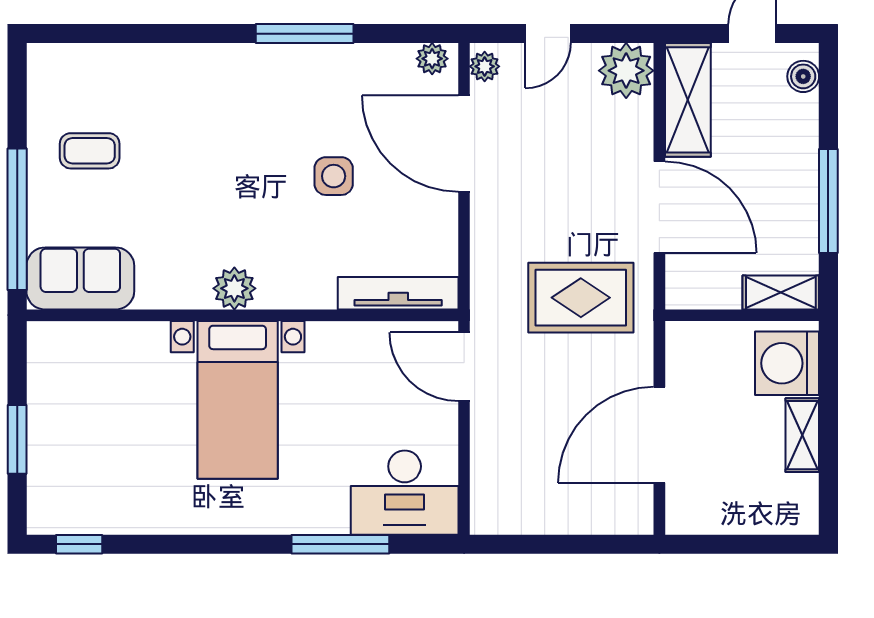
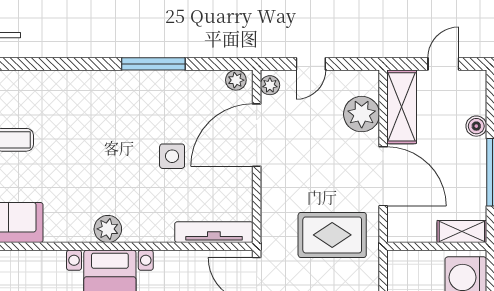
plant: (626, 71) -> (362, 114), moved
boiler: (803, 76) -> (476, 126), moved
door: (464, 144) -> (257, 135), hinge flipped

